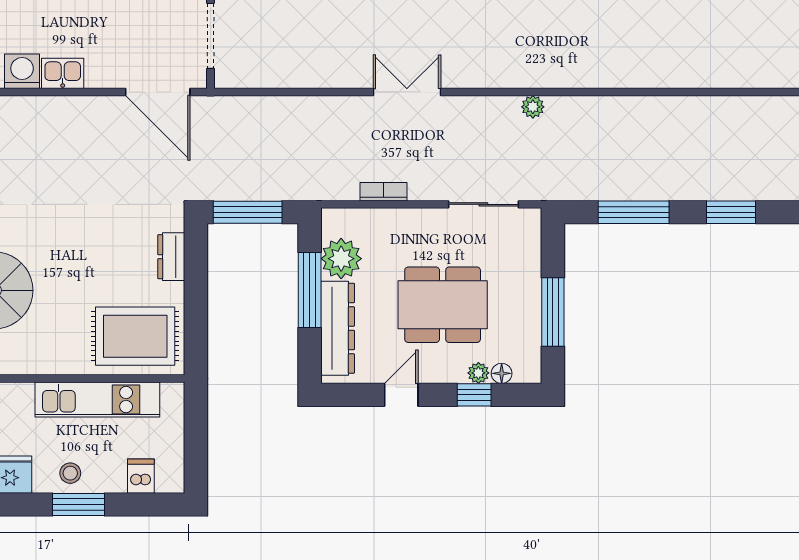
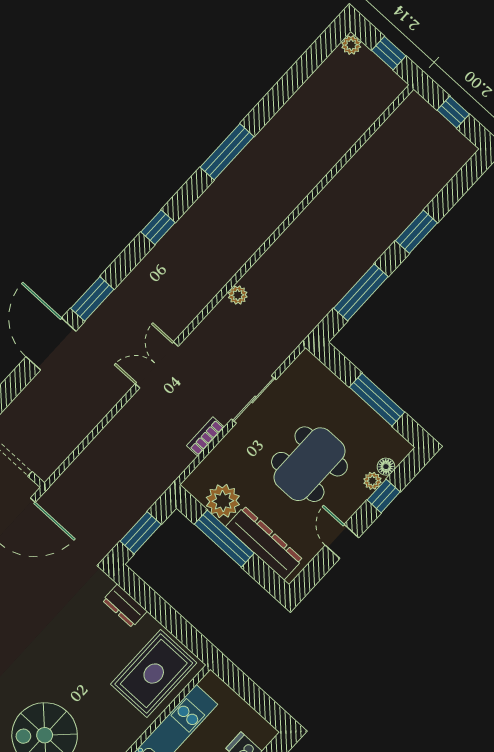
sliding door: (483, 204) -> (254, 399), moved
window: (248, 212) -> (141, 533), width x0.69

